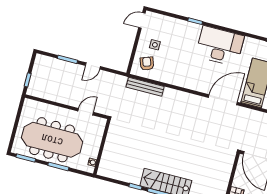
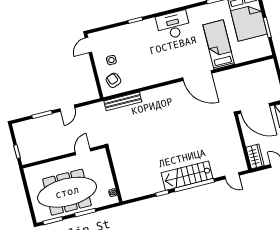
desk: (220, 46) -> (173, 25), width x0.73, depth x0.77
door: (223, 100) -> (197, 76), swing flipped

